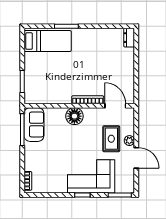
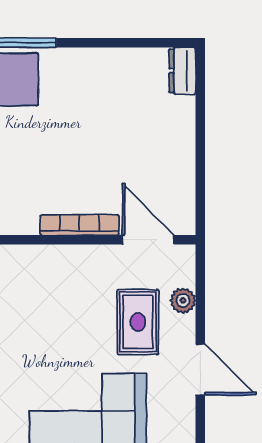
floor lamp: (74, 116) -> (47, 266), removed
plant: (129, 141) -> (183, 300), moved

